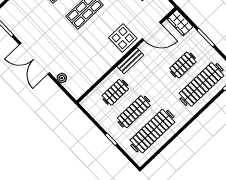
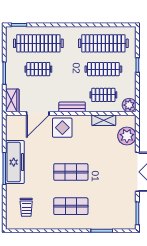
door: (152, 31) -> (38, 113), swing flipped
shelving: (97, 73) -> (104, 120), added
plant: (62, 78) -> (127, 136), width x1.87, depth x1.87
plant: (89, 103) -> (129, 105), added

